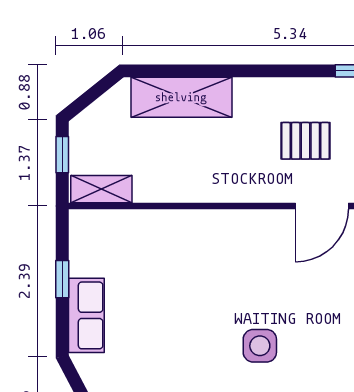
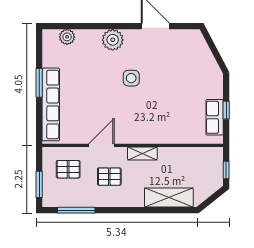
shelving: (101, 189) -> (142, 153), moved
row of seats: (86, 315) -> (215, 117), moved

